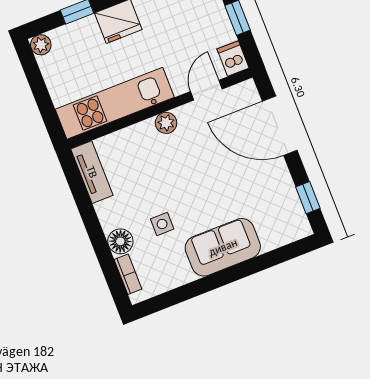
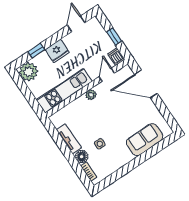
plant: (41, 45) -> (28, 72), width x1.87, depth x1.87
tv unit: (92, 172) -> (69, 139), moved
window: (308, 198) -> (167, 116), removed
sofa: (223, 247) -> (145, 140), moved

